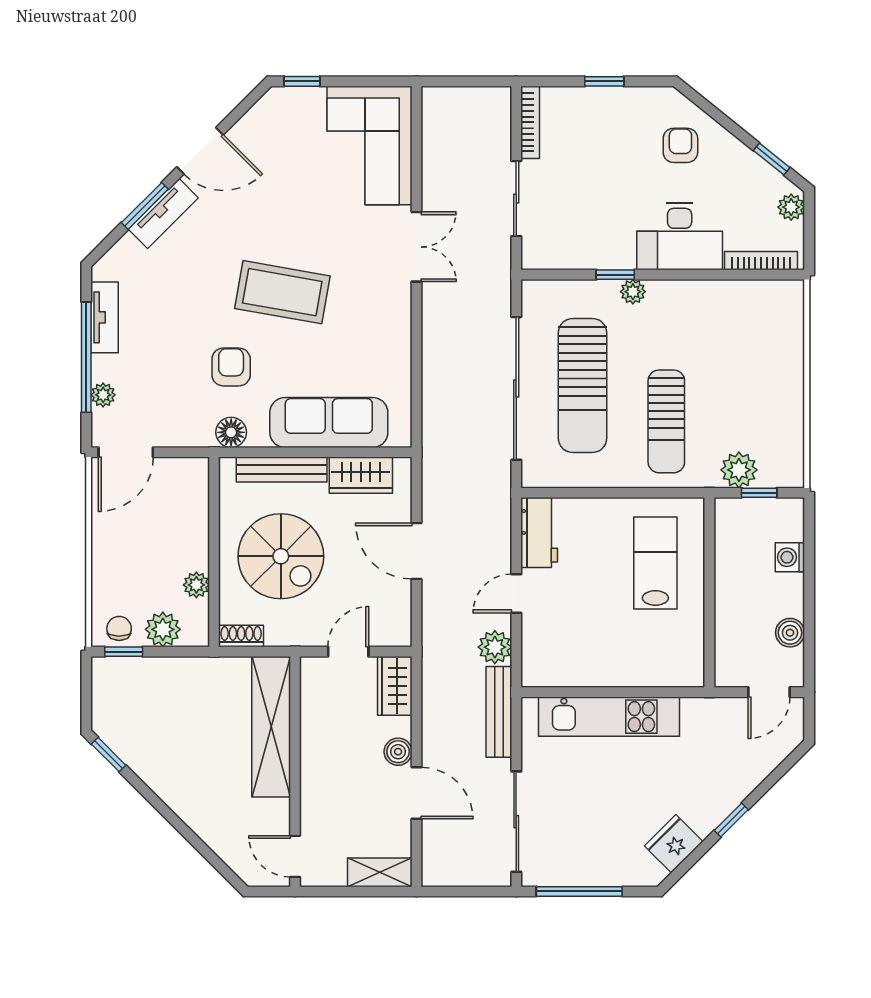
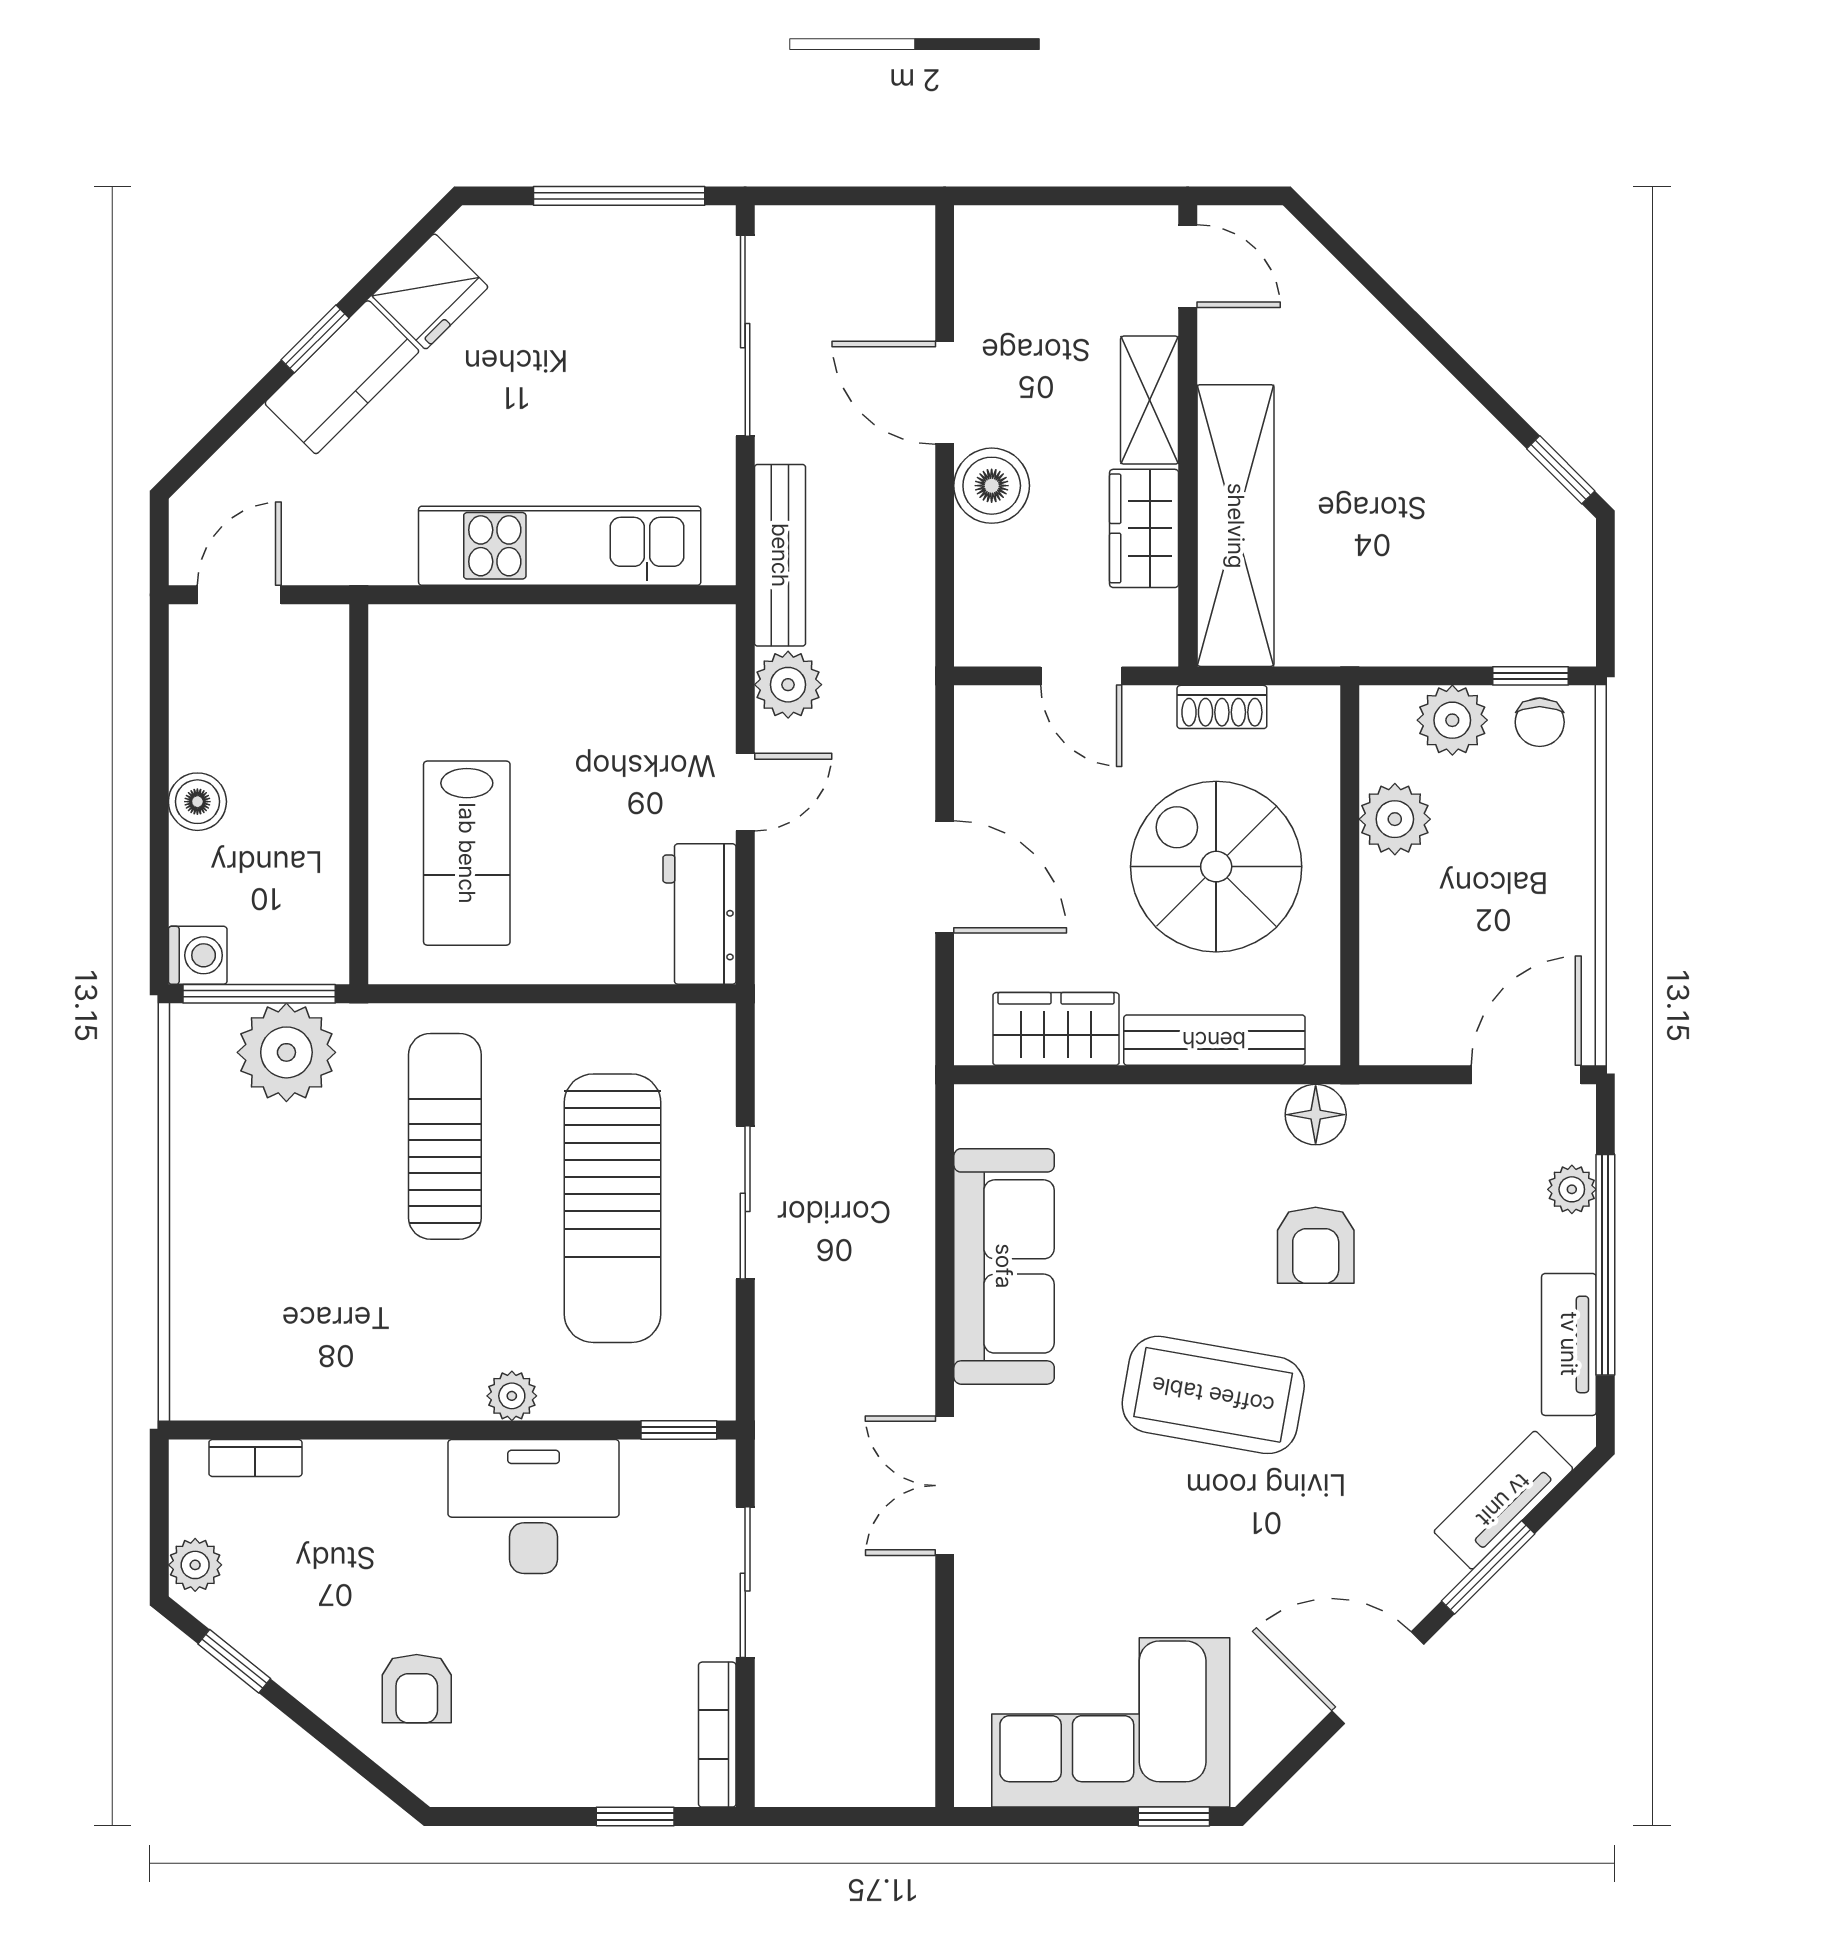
window: (604, 81) -> (635, 1817), moved
corner sofa: (369, 146) -> (1111, 1722), moved, turned -90
tv unit: (163, 214) -> (1503, 1500), moved
desk: (680, 236) -> (534, 1507), moved
bookcase: (761, 261) -> (255, 1458), width x0.64
window: (615, 275) -> (679, 1430), moved
sun lounger: (583, 385) -> (612, 1208), turned 180
sliding door: (516, 388) -> (745, 1202), width x0.54
sofa: (329, 422) -> (1004, 1266), moved, turned -90
plant: (739, 470) -> (286, 1052), width x1.36, depth x1.36
window: (759, 493) -> (259, 994), width x2.17
washing machine: (790, 557) -> (198, 955), moved
plant: (196, 585) -> (1395, 819), width x1.38, depth x1.38
boiler: (790, 633) -> (197, 802), moved
shoe rack: (241, 636) -> (1222, 707), moved
door: (348, 652) -> (1081, 676), hinge flipped
wardrobe: (395, 686) -> (1144, 528), moved, turned 180
boiler: (398, 752) -> (992, 486), width x1.36, depth x1.36
kitchen counter: (718, 801) -> (342, 377), added
shelving: (380, 872) -> (1150, 400), moved, turned 90

